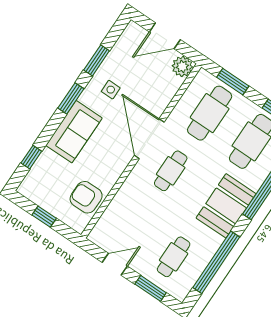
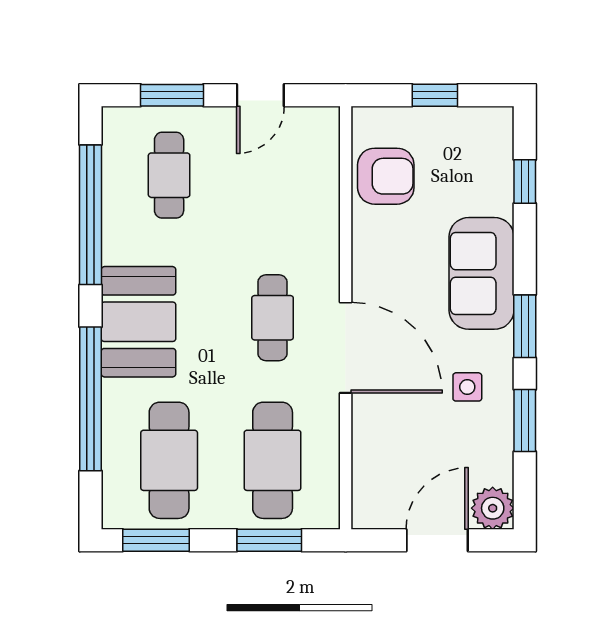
plant: (182, 66) -> (493, 508), moved

